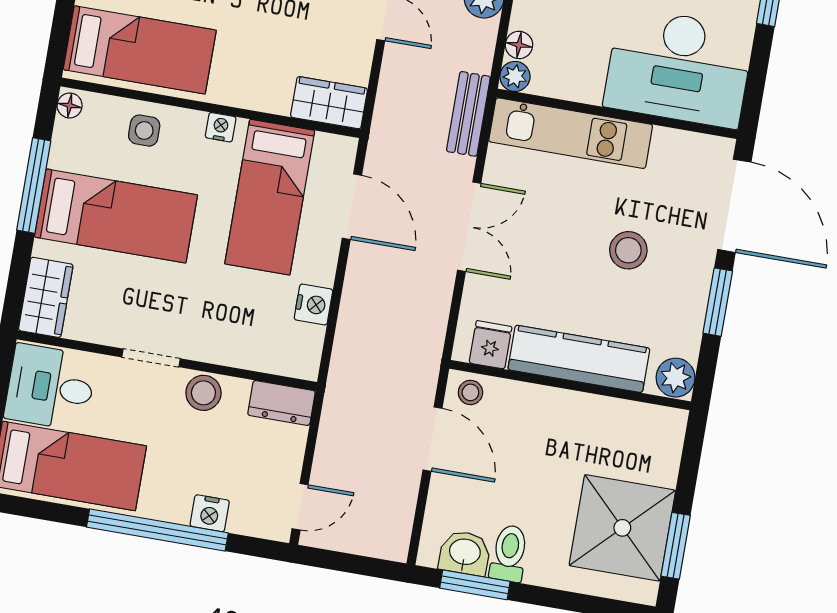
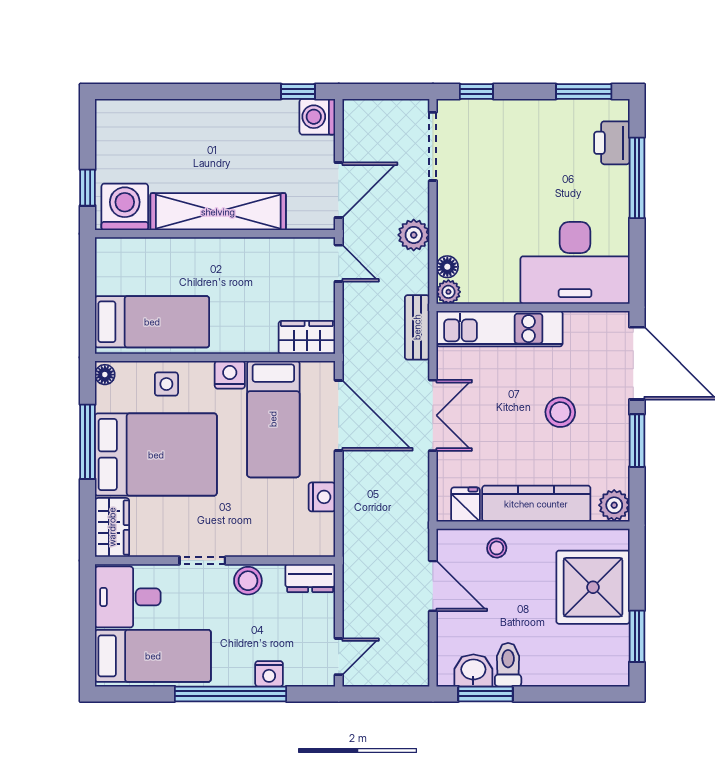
nightstand: (221, 127) -> (230, 375), width x1.39, depth x1.35
door: (352, 207) -> (339, 415), width x1.36
bed: (116, 216) -> (156, 455), width x1.50
stool: (470, 392) -> (497, 548), moved
shower: (622, 528) -> (593, 587), moved

